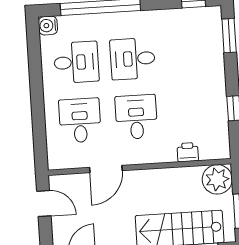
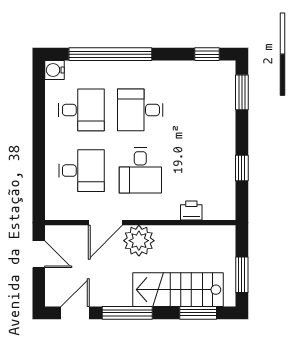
desk: (136, 117) -> (140, 171), turned 180
desk: (80, 120) -> (82, 171), turned 90
plant: (217, 179) -> (139, 241), moved

